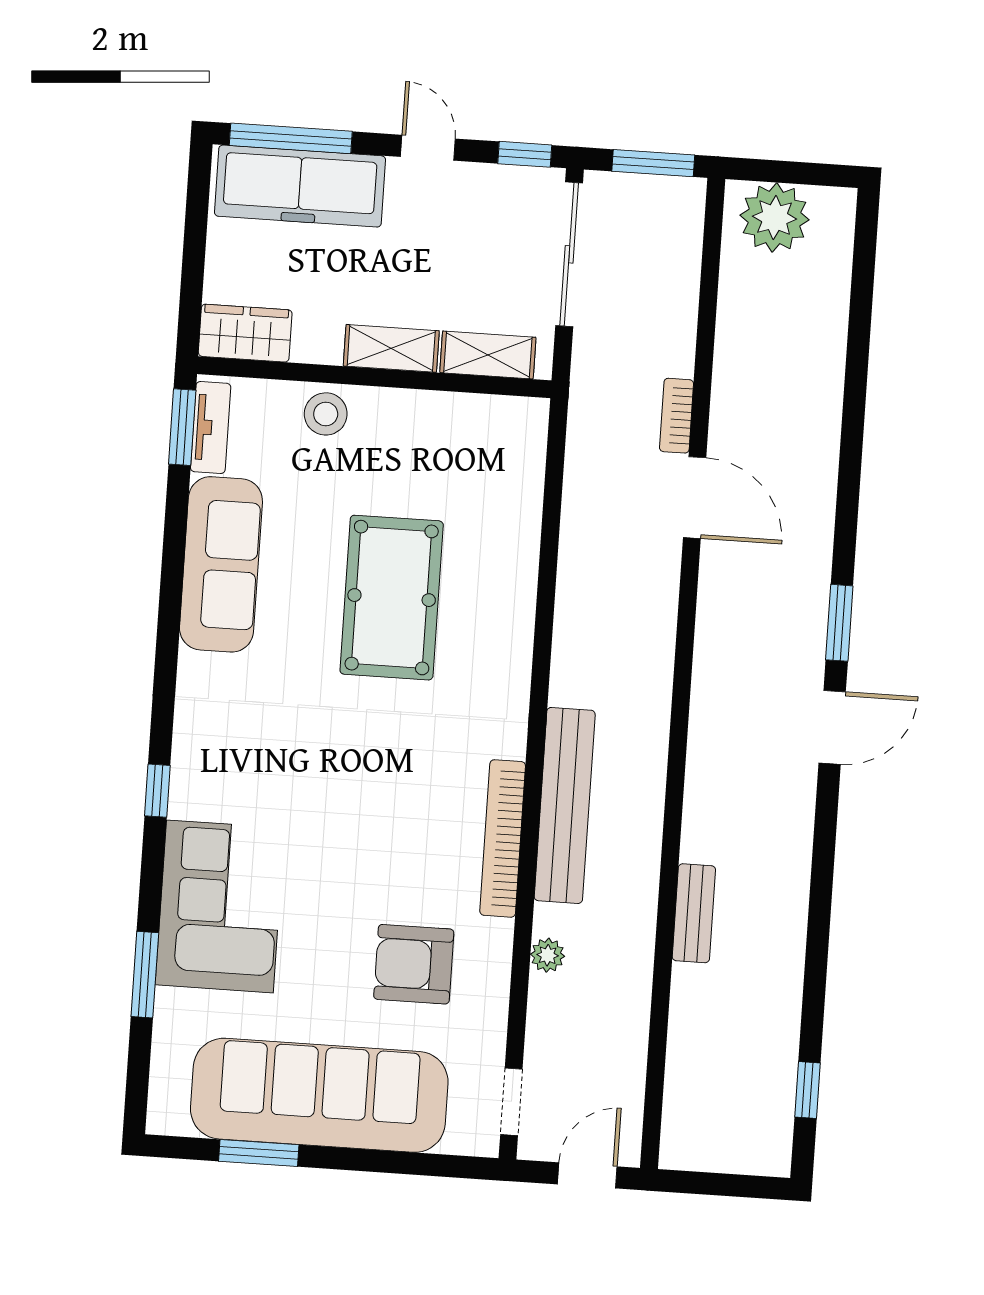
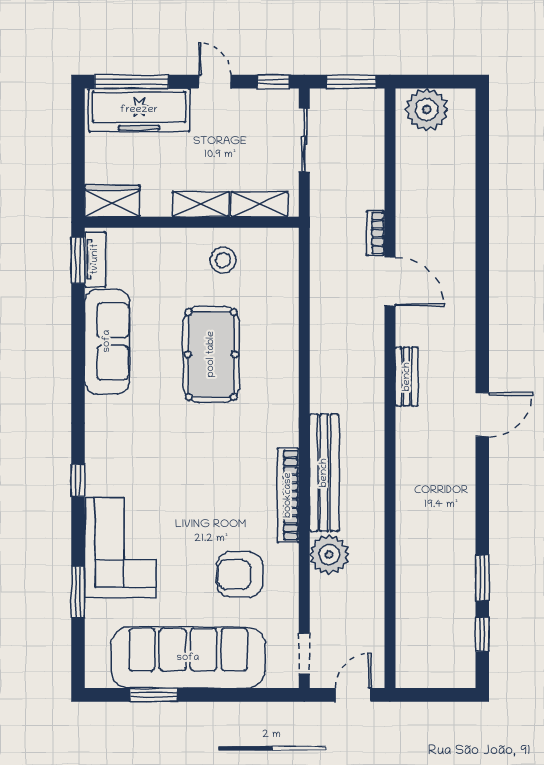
sliding door: (569, 254) -> (304, 140), width x0.73
stool: (326, 414) -> (223, 260), moved
window: (839, 623) -> (482, 578), moved
bench: (694, 913) -> (407, 377), moved
plant: (548, 955) -> (329, 555), width x1.88, depth x1.88

